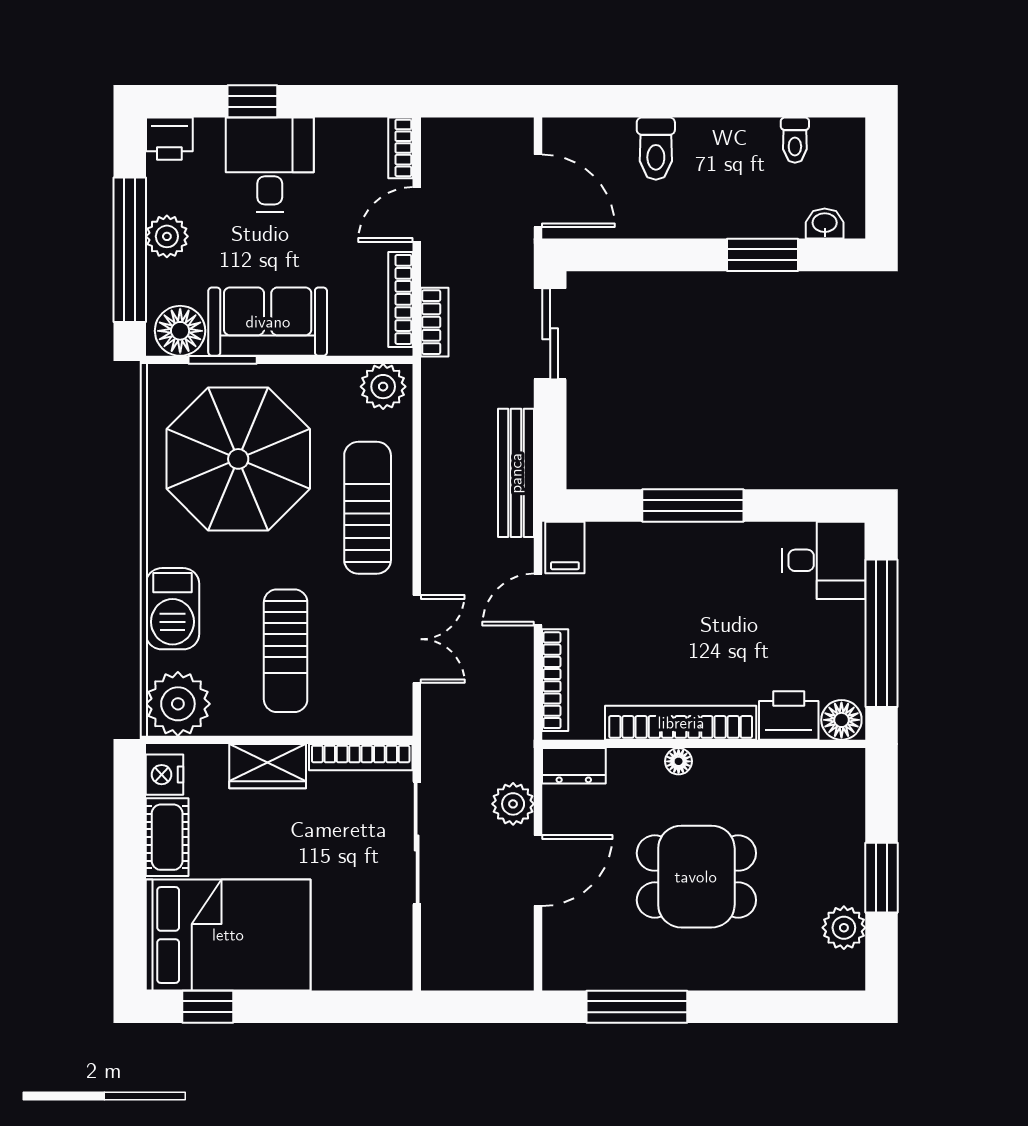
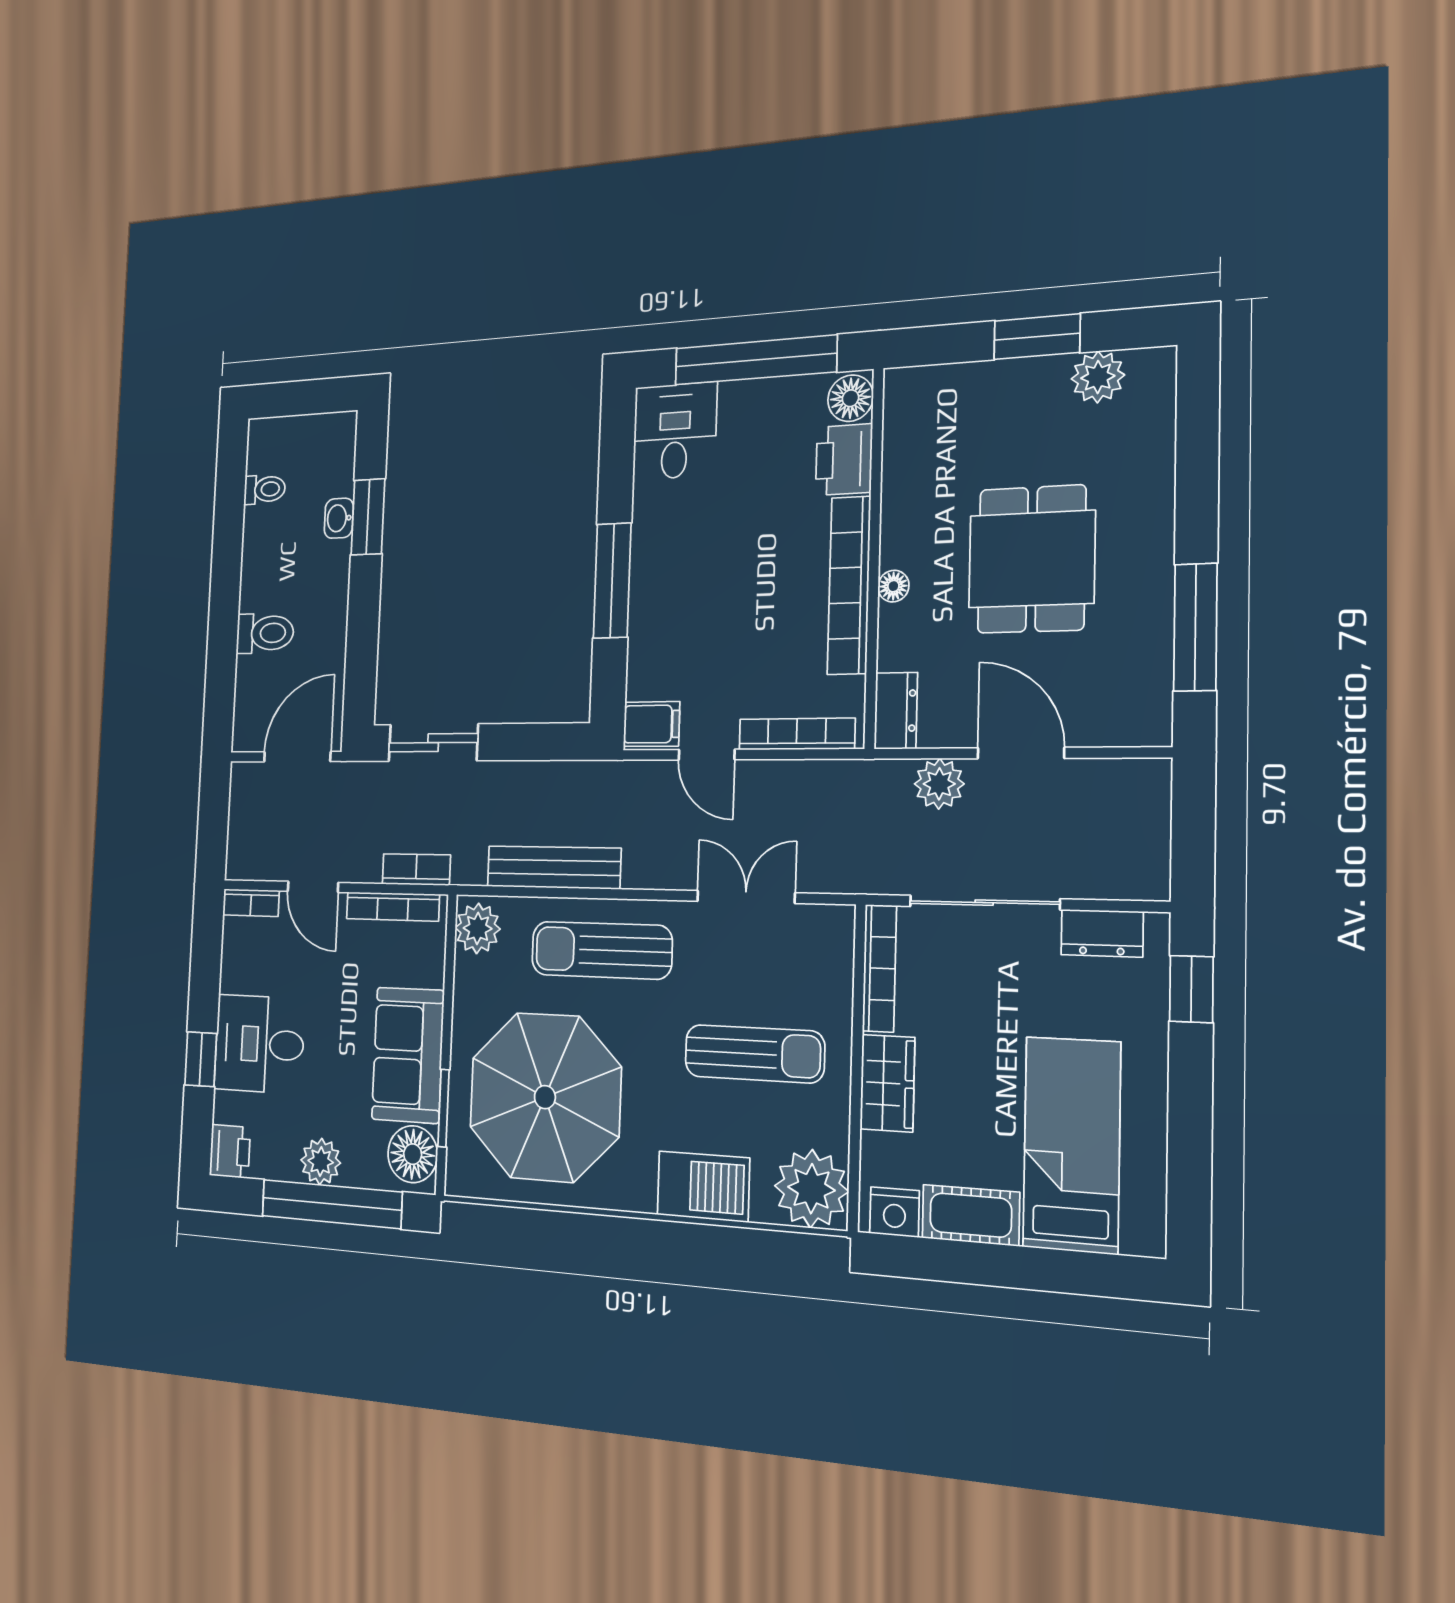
washbasin: (825, 224) -> (339, 518), moved
bench: (516, 473) -> (554, 867), moved
bed: (228, 935) -> (1072, 1145), width x0.67
dresser: (395, 938) -> (1102, 933), added
window: (208, 1007) -> (1191, 989), moved

